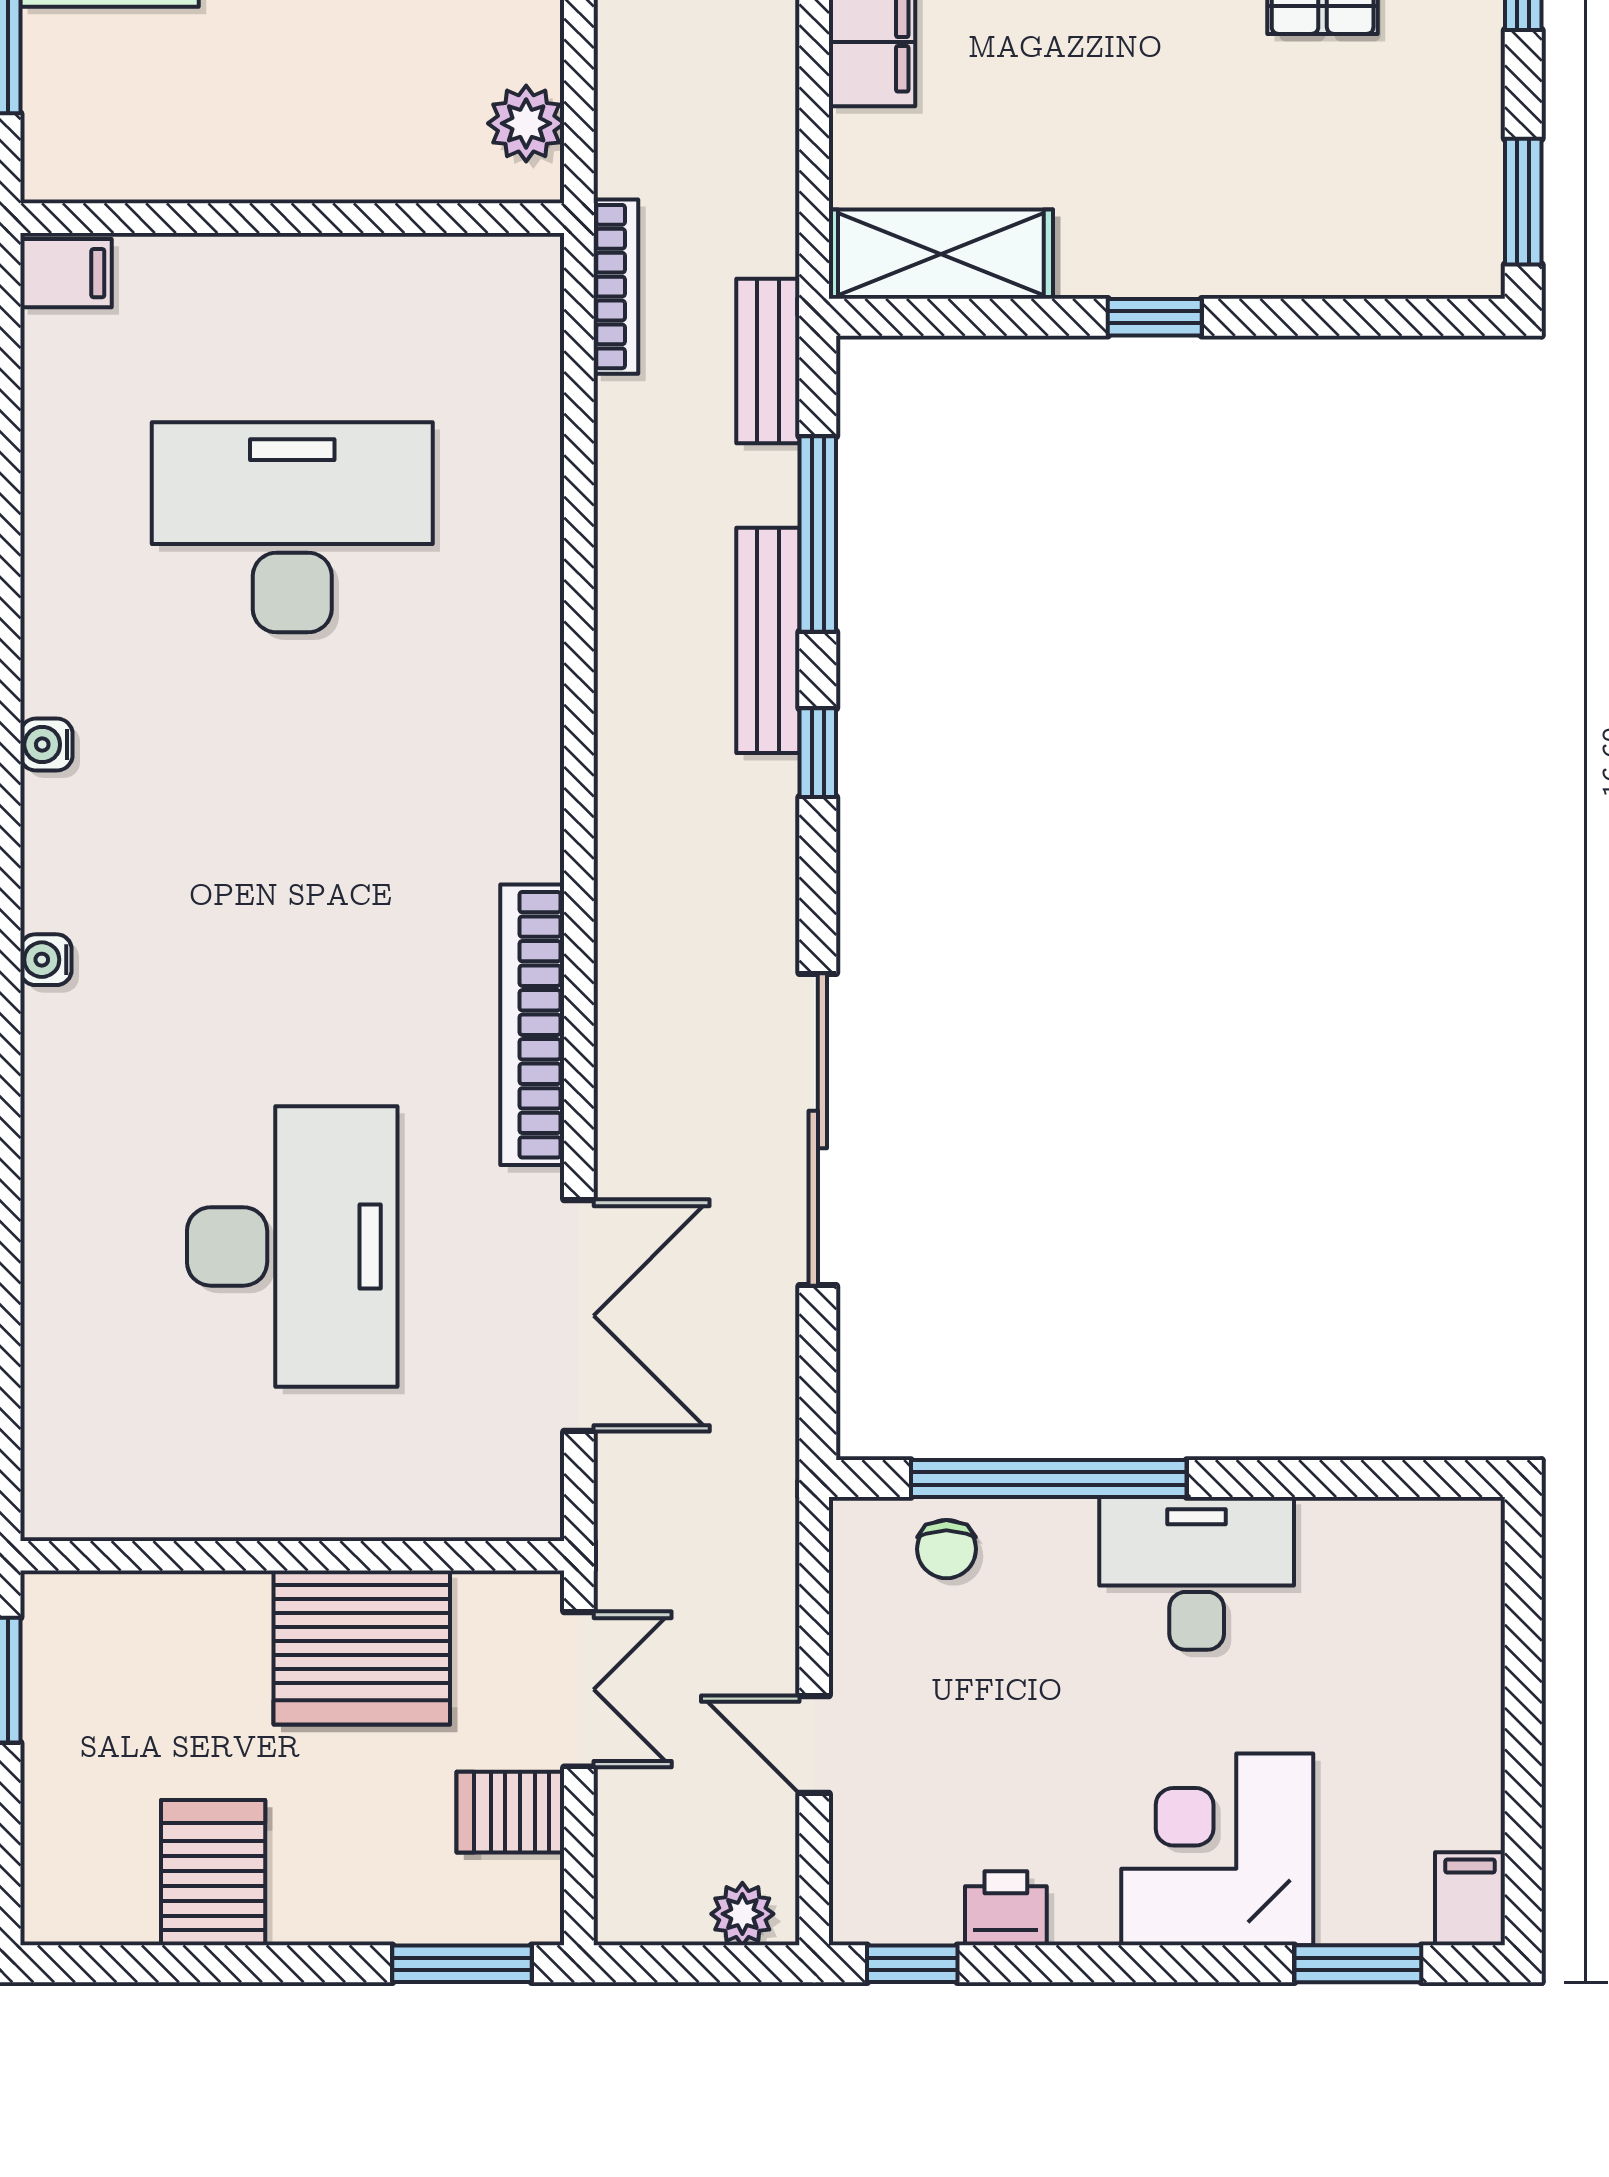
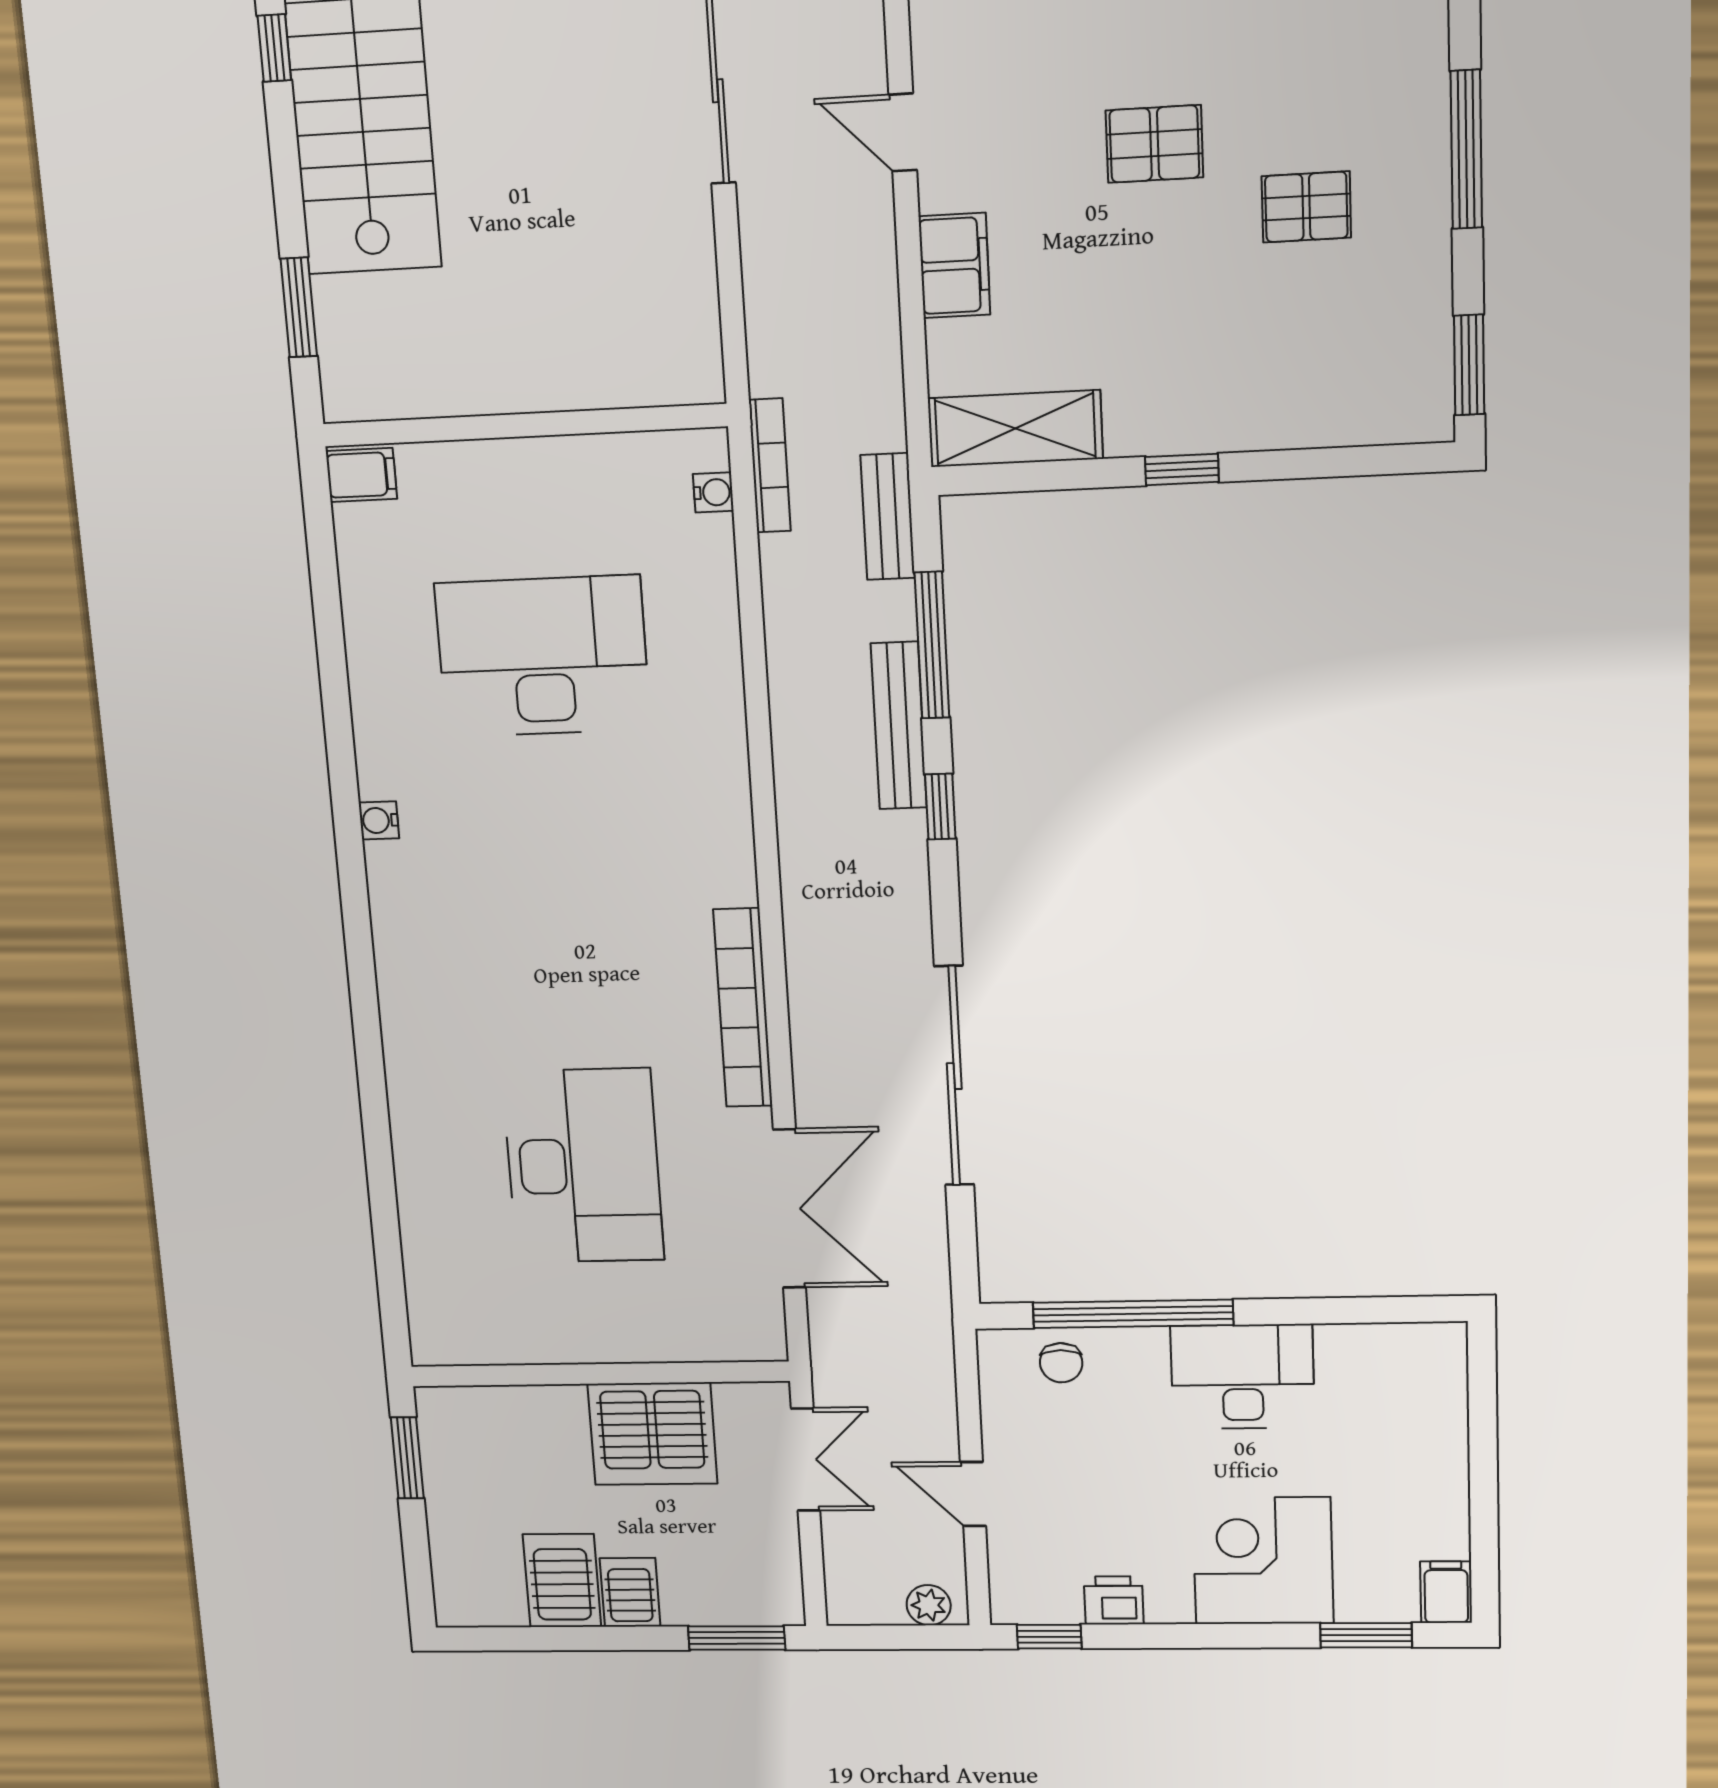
plant: (526, 123) -> (694, 344), removed
water cooler: (46, 960) -> (713, 492), moved, turned 180
server rack: (510, 1812) -> (630, 1592), moved, turned 90

